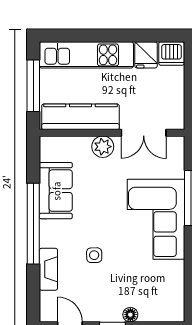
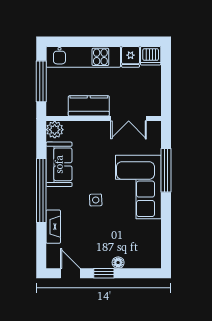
kitchen counter: (80, 117) -> (89, 106), width x0.67
plant: (103, 147) -> (55, 130), moved
side table: (94, 255) -> (96, 200), moved

